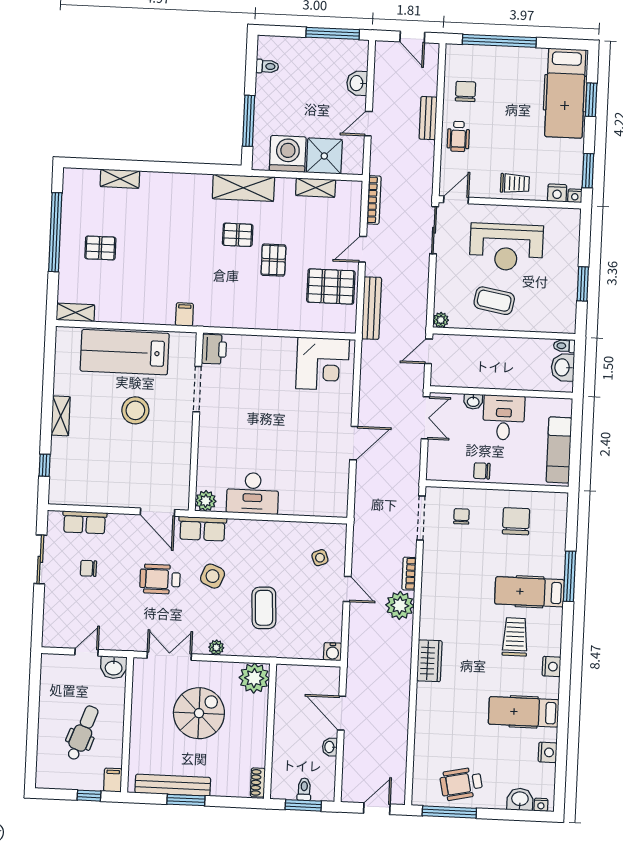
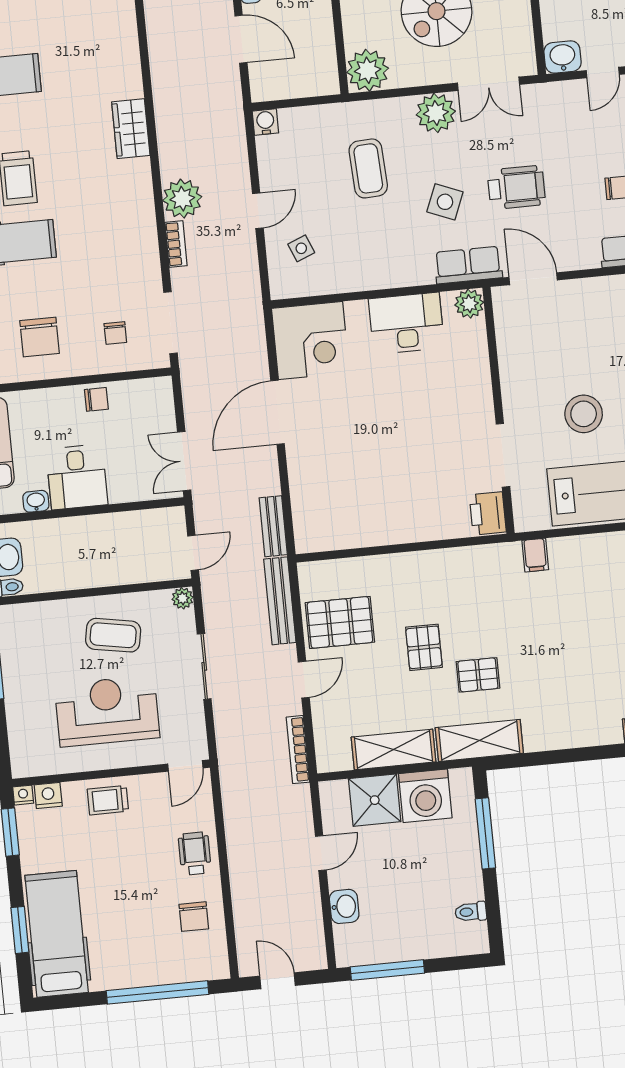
bench: (428, 118) -> (273, 526), moved
shelving: (316, 188) -> (394, 750), width x1.50, depth x1.33
sliding door: (434, 230) -> (204, 666), moved
corner desk: (323, 364) -> (311, 340), moved, turned 180
washbasin: (473, 401) -> (36, 501), moved
door: (354, 443) -> (278, 412), width x1.36
door: (347, 589) -> (258, 211), swing flipped
plant: (216, 648) -> (436, 113), width x1.88, depth x1.88

